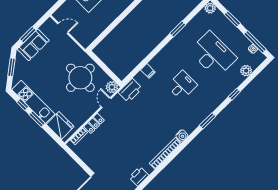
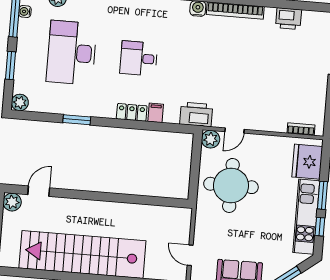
locker: (94, 123) -> (132, 112), moved

